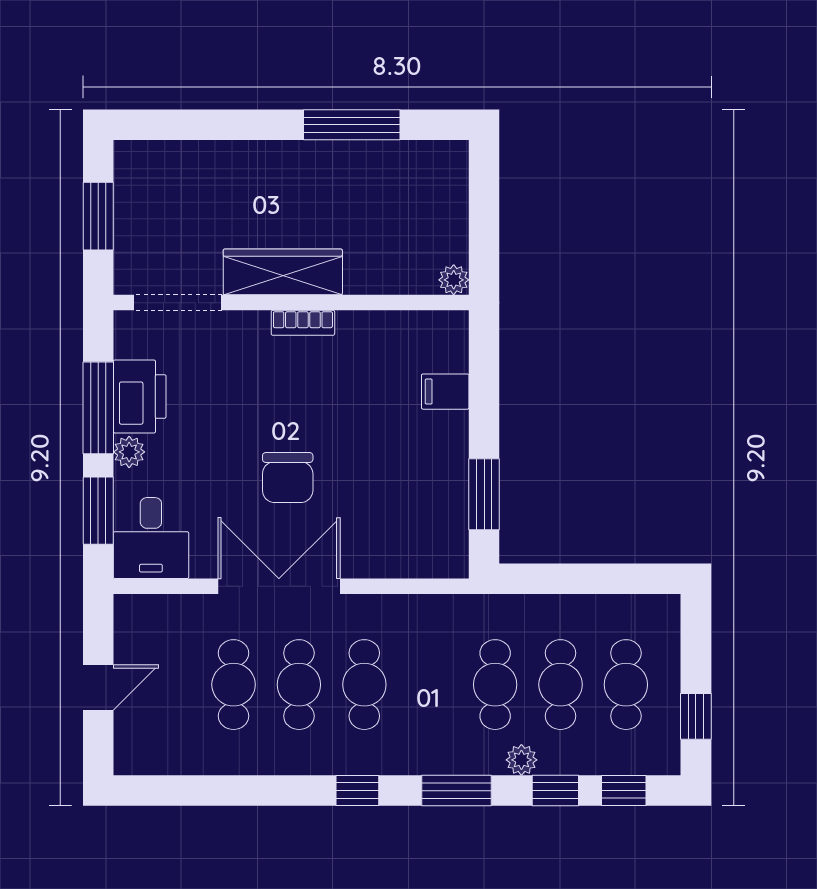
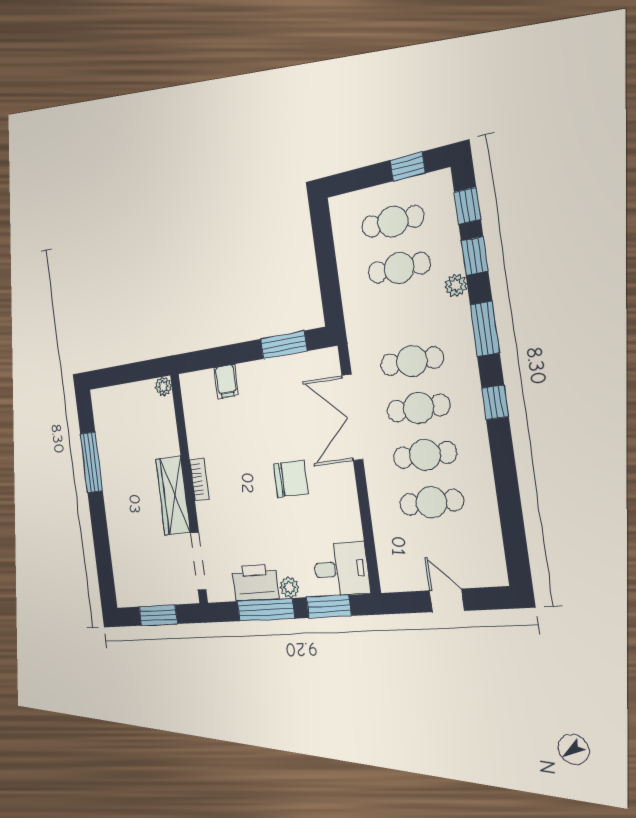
double door: (279, 586) -> (352, 417), moved
cafe table: (495, 685) -> (412, 361), moved

